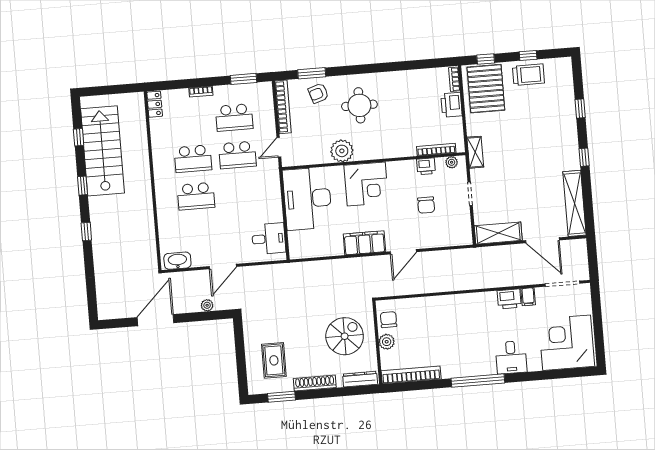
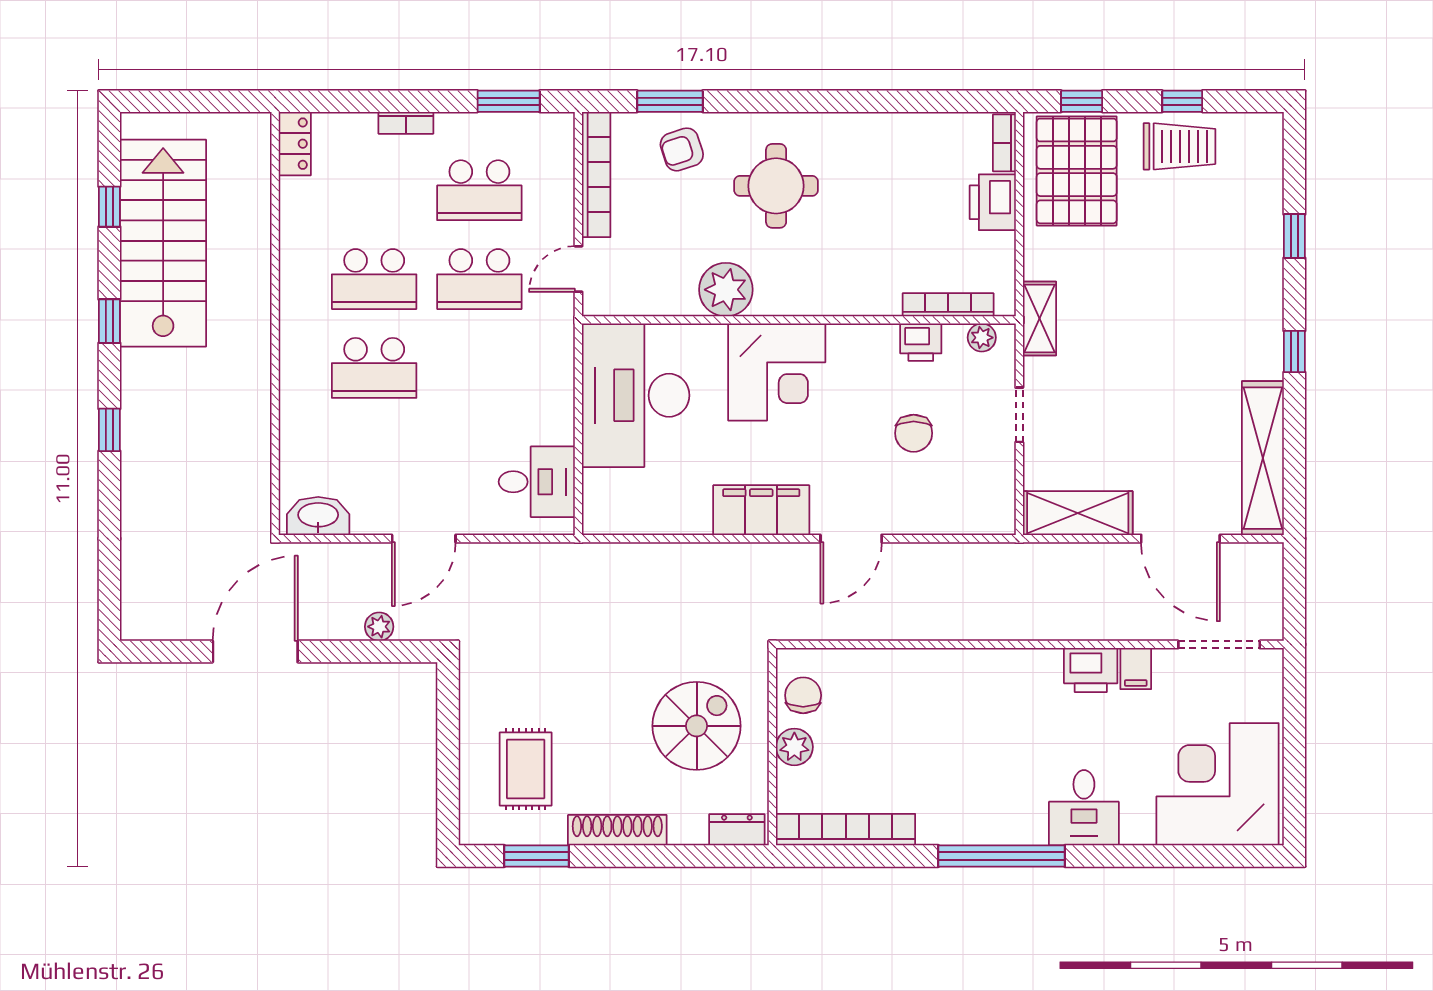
dresser: (360, 379) -> (737, 830), width x0.70

